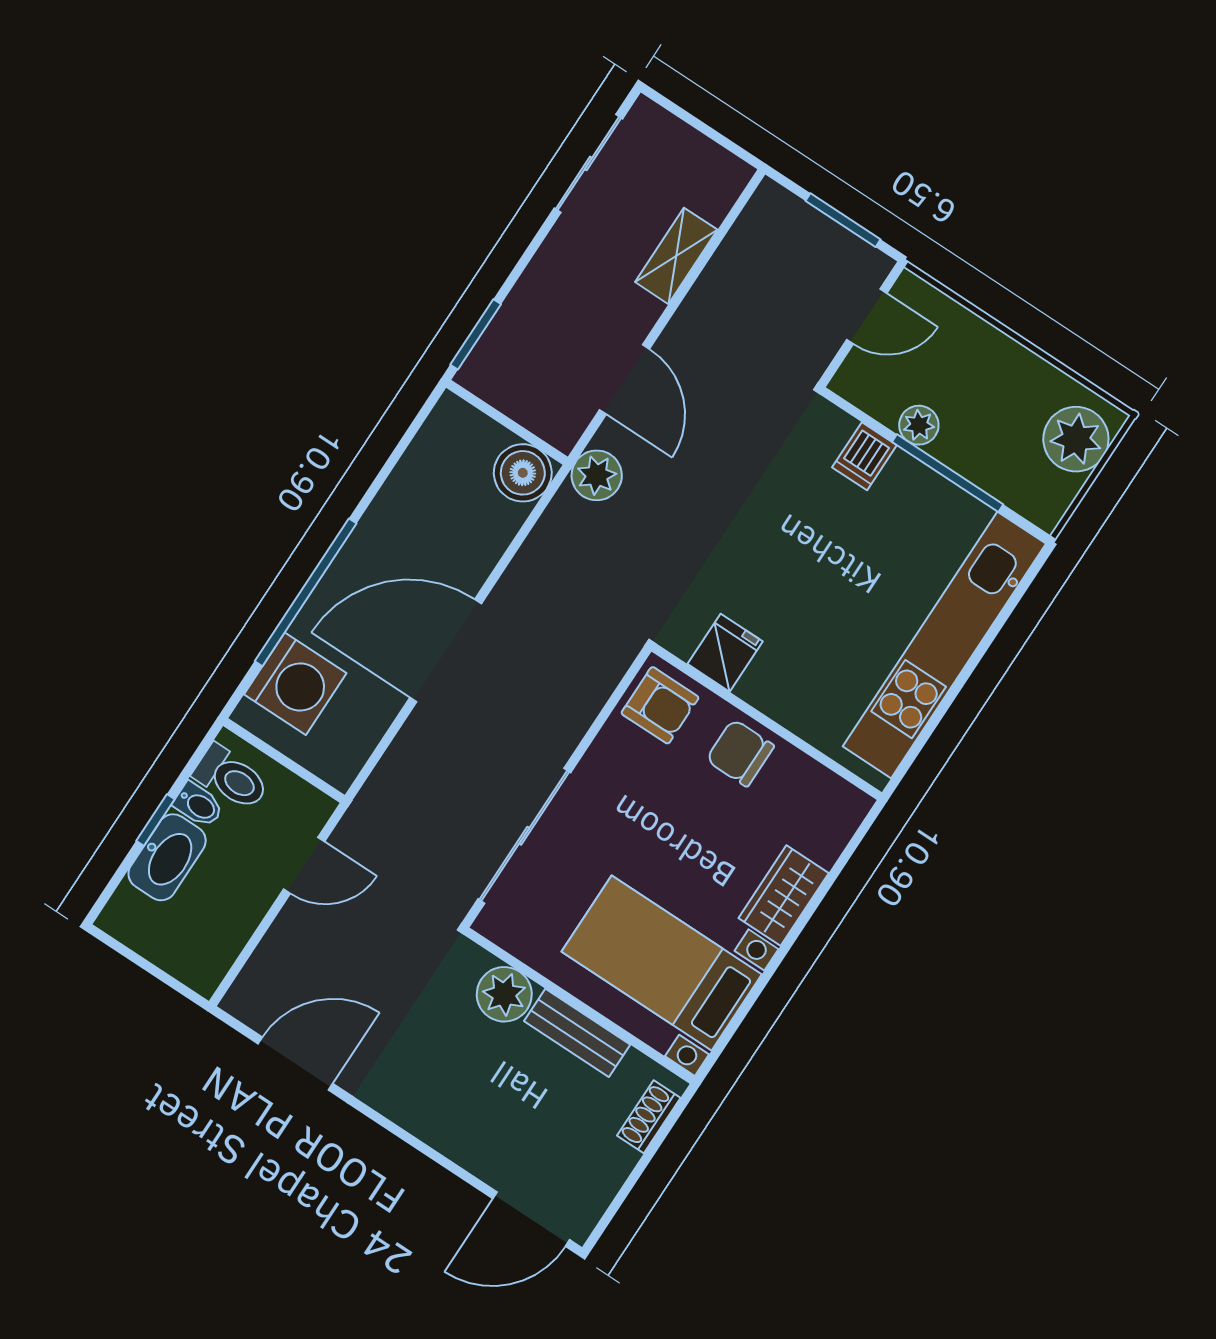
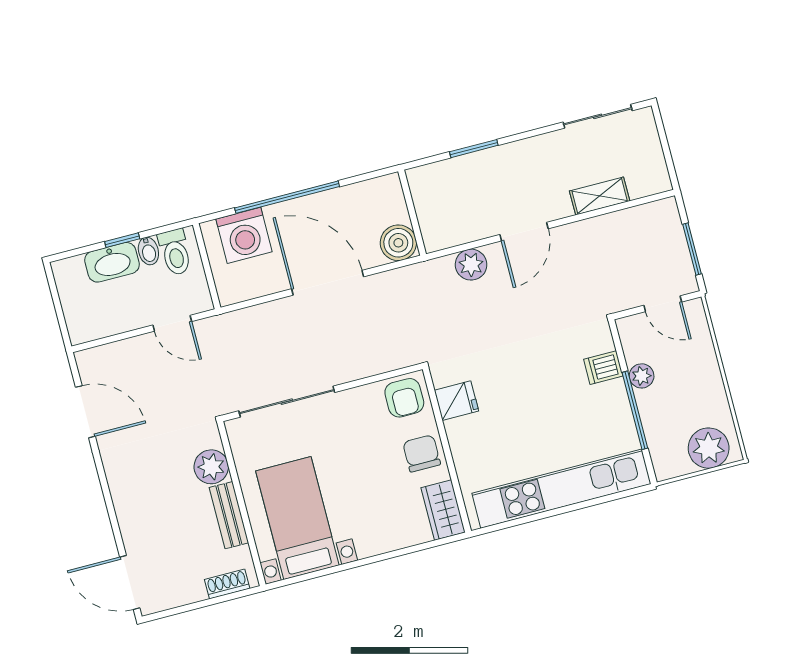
wall: (507, 422) -> (412, 213), moved
boiler: (523, 473) -> (398, 243), moved
wardrobe: (784, 896) -> (443, 510), moved, turned -90

